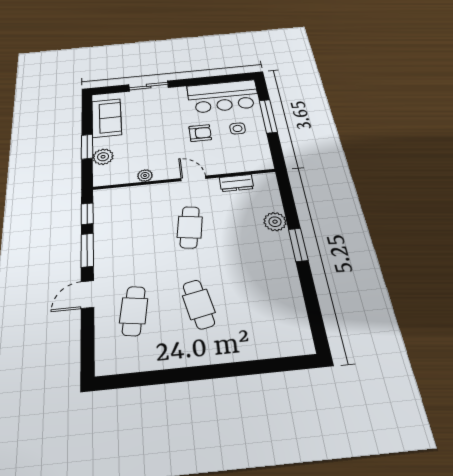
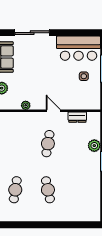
sliding door: (149, 86) -> (32, 33), width x1.37
armchair: (200, 133) -> (61, 77), removed

